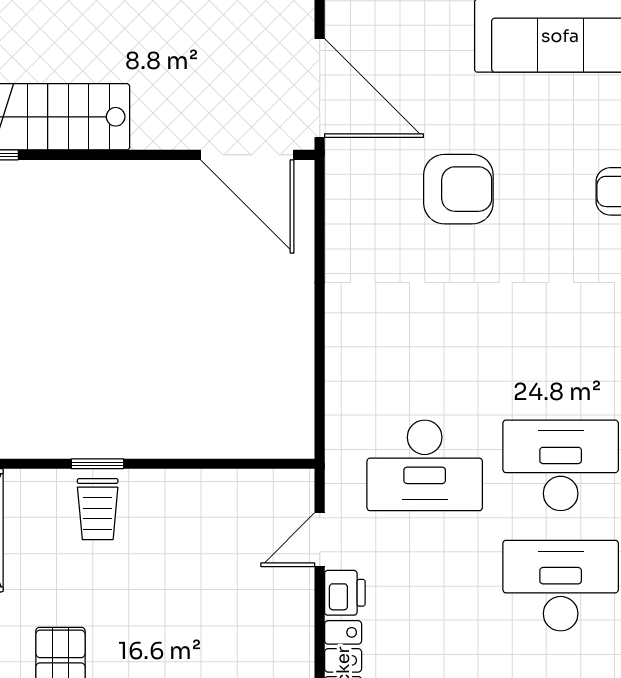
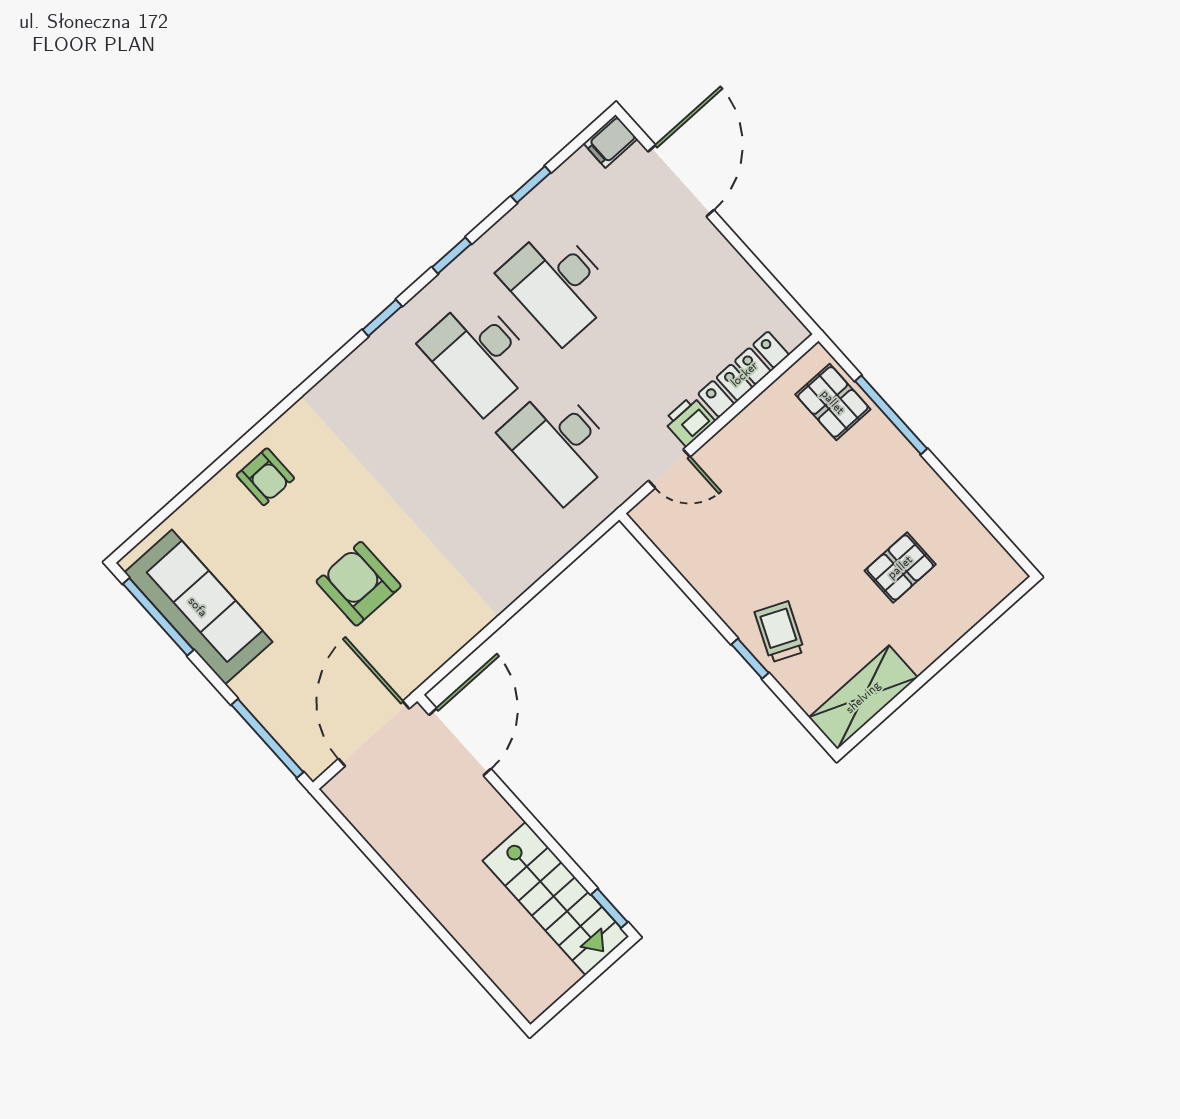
desk: (425, 465) -> (559, 444), turned 180
trolley: (98, 509) -> (780, 632), turned -66

